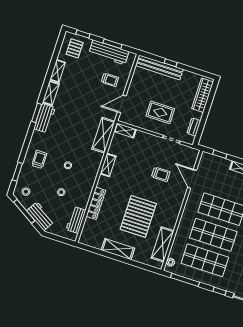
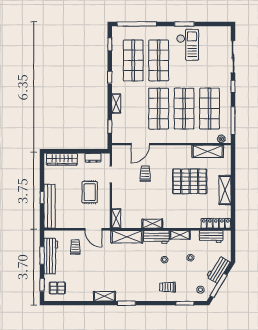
shelving: (58, 71) -> (180, 235), moved
workbench: (44, 118) -> (156, 237), moved, turned 180
locker: (96, 203) -> (216, 223), moved

